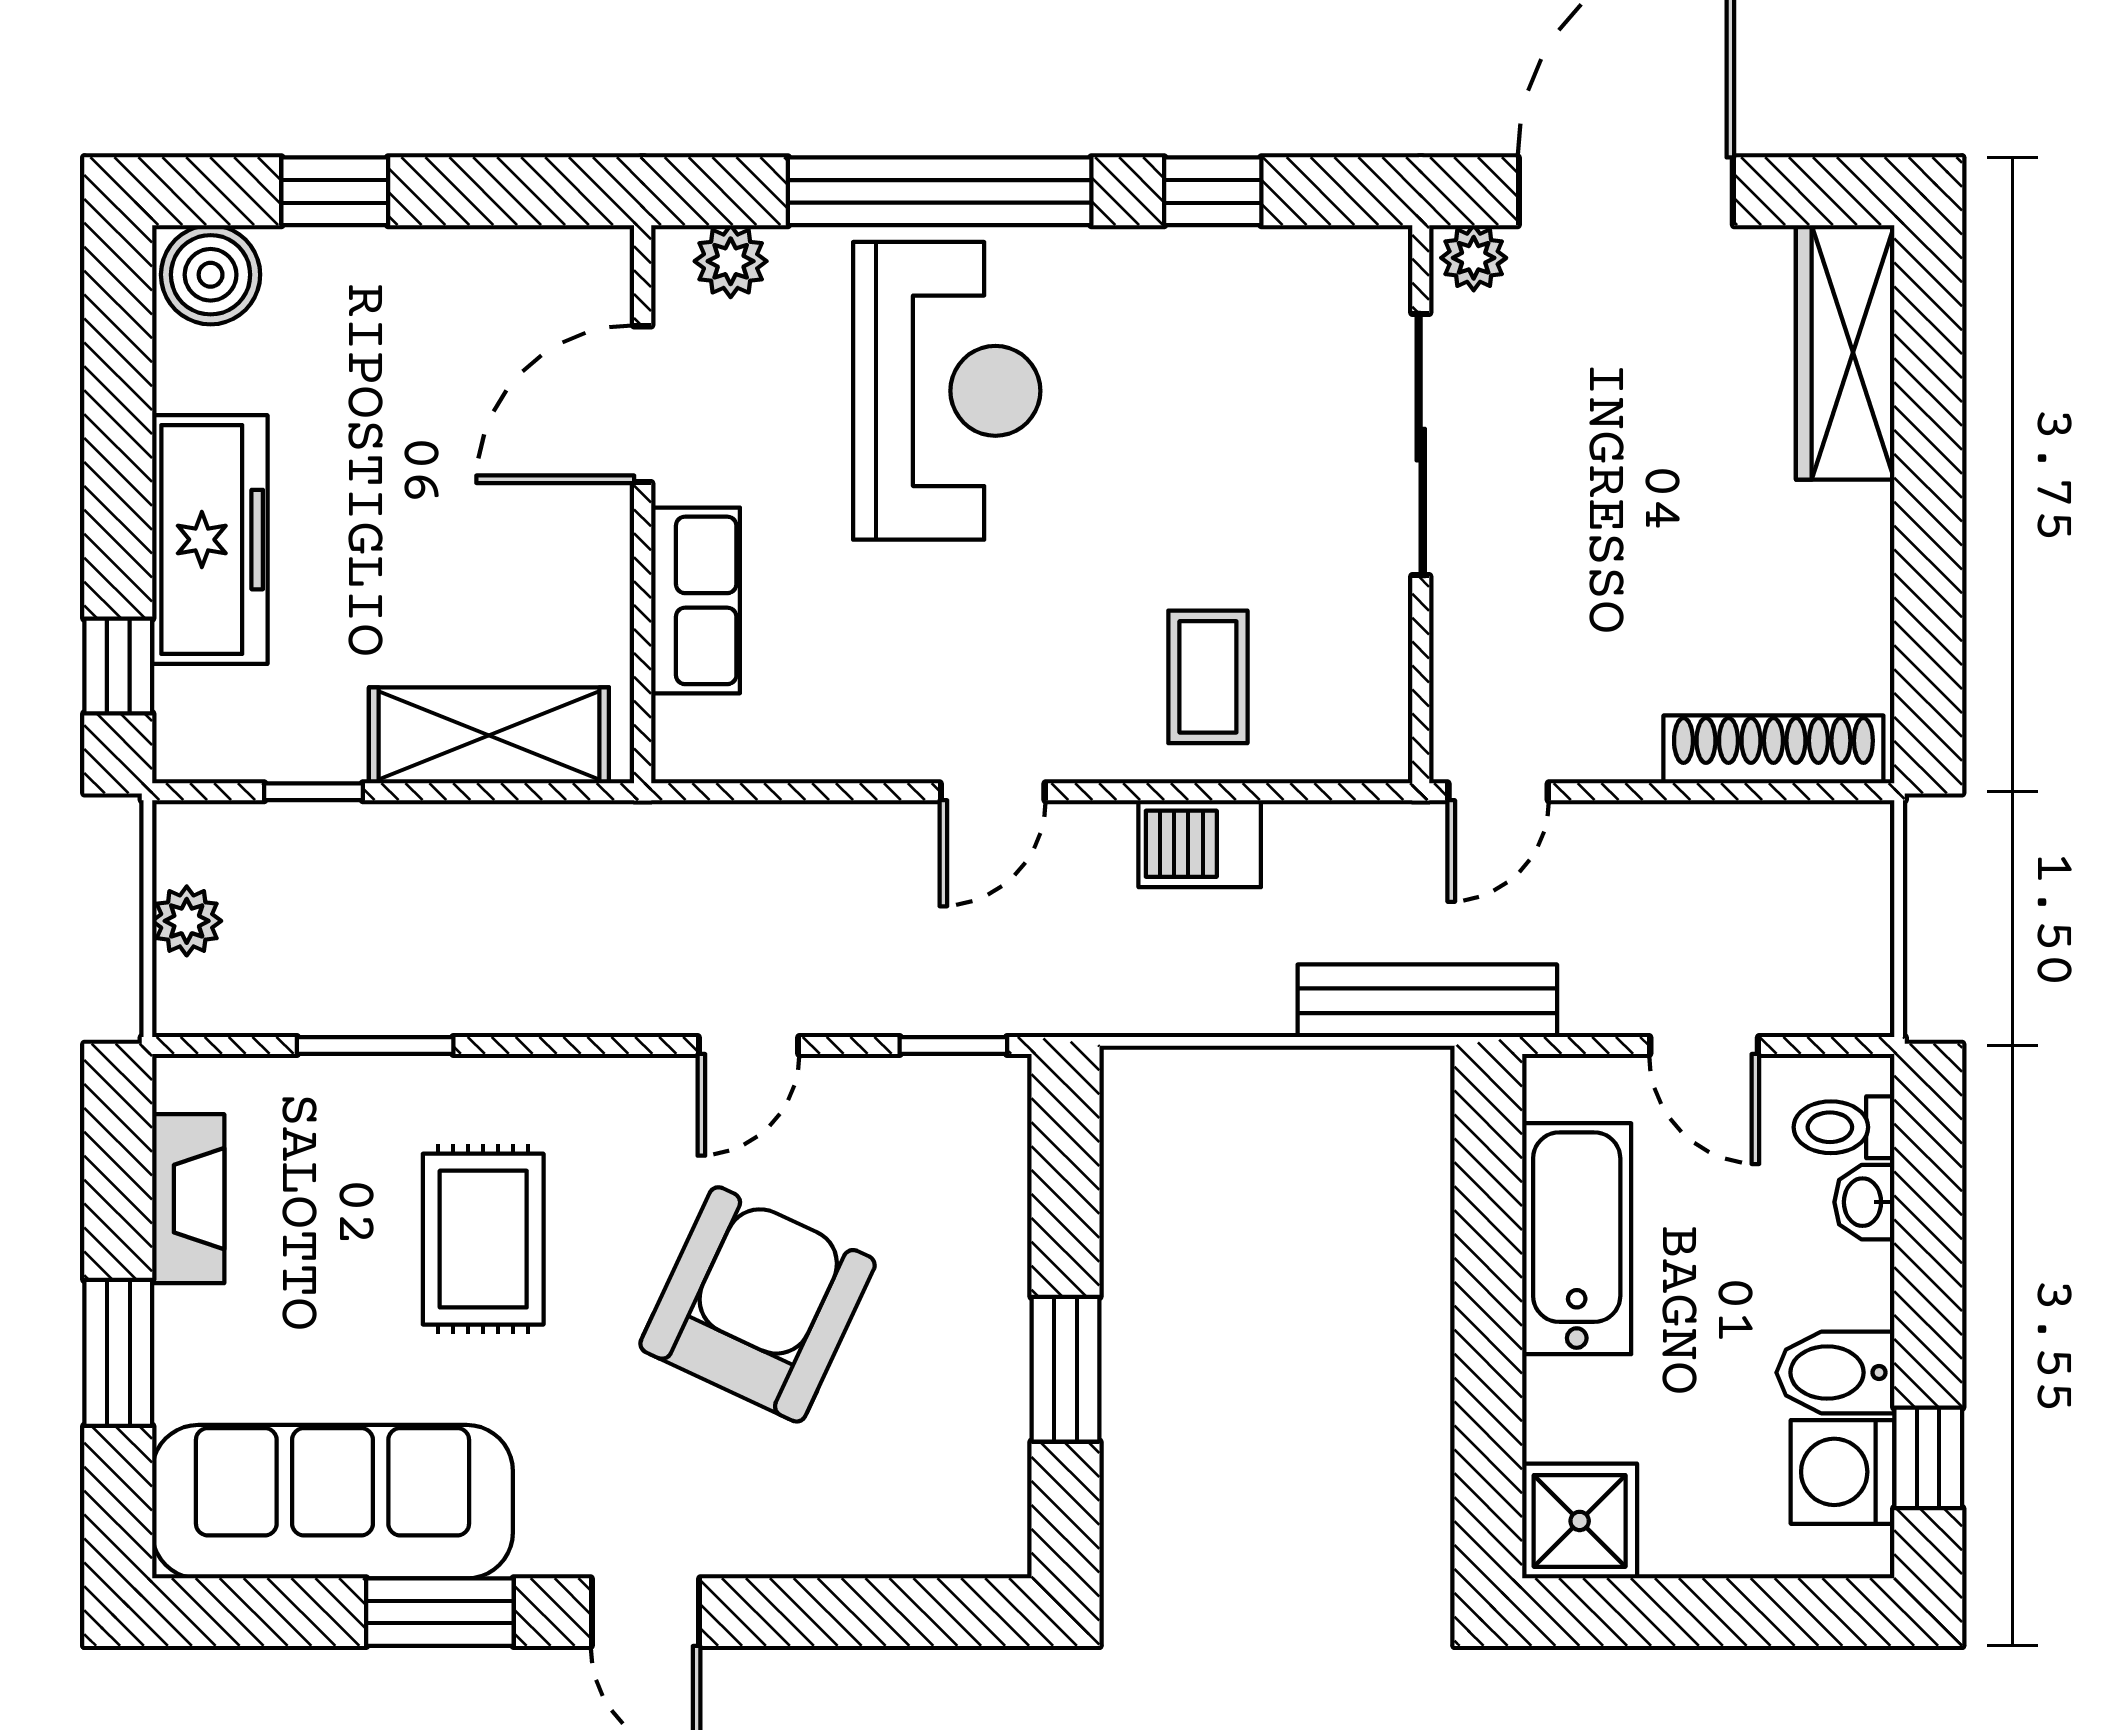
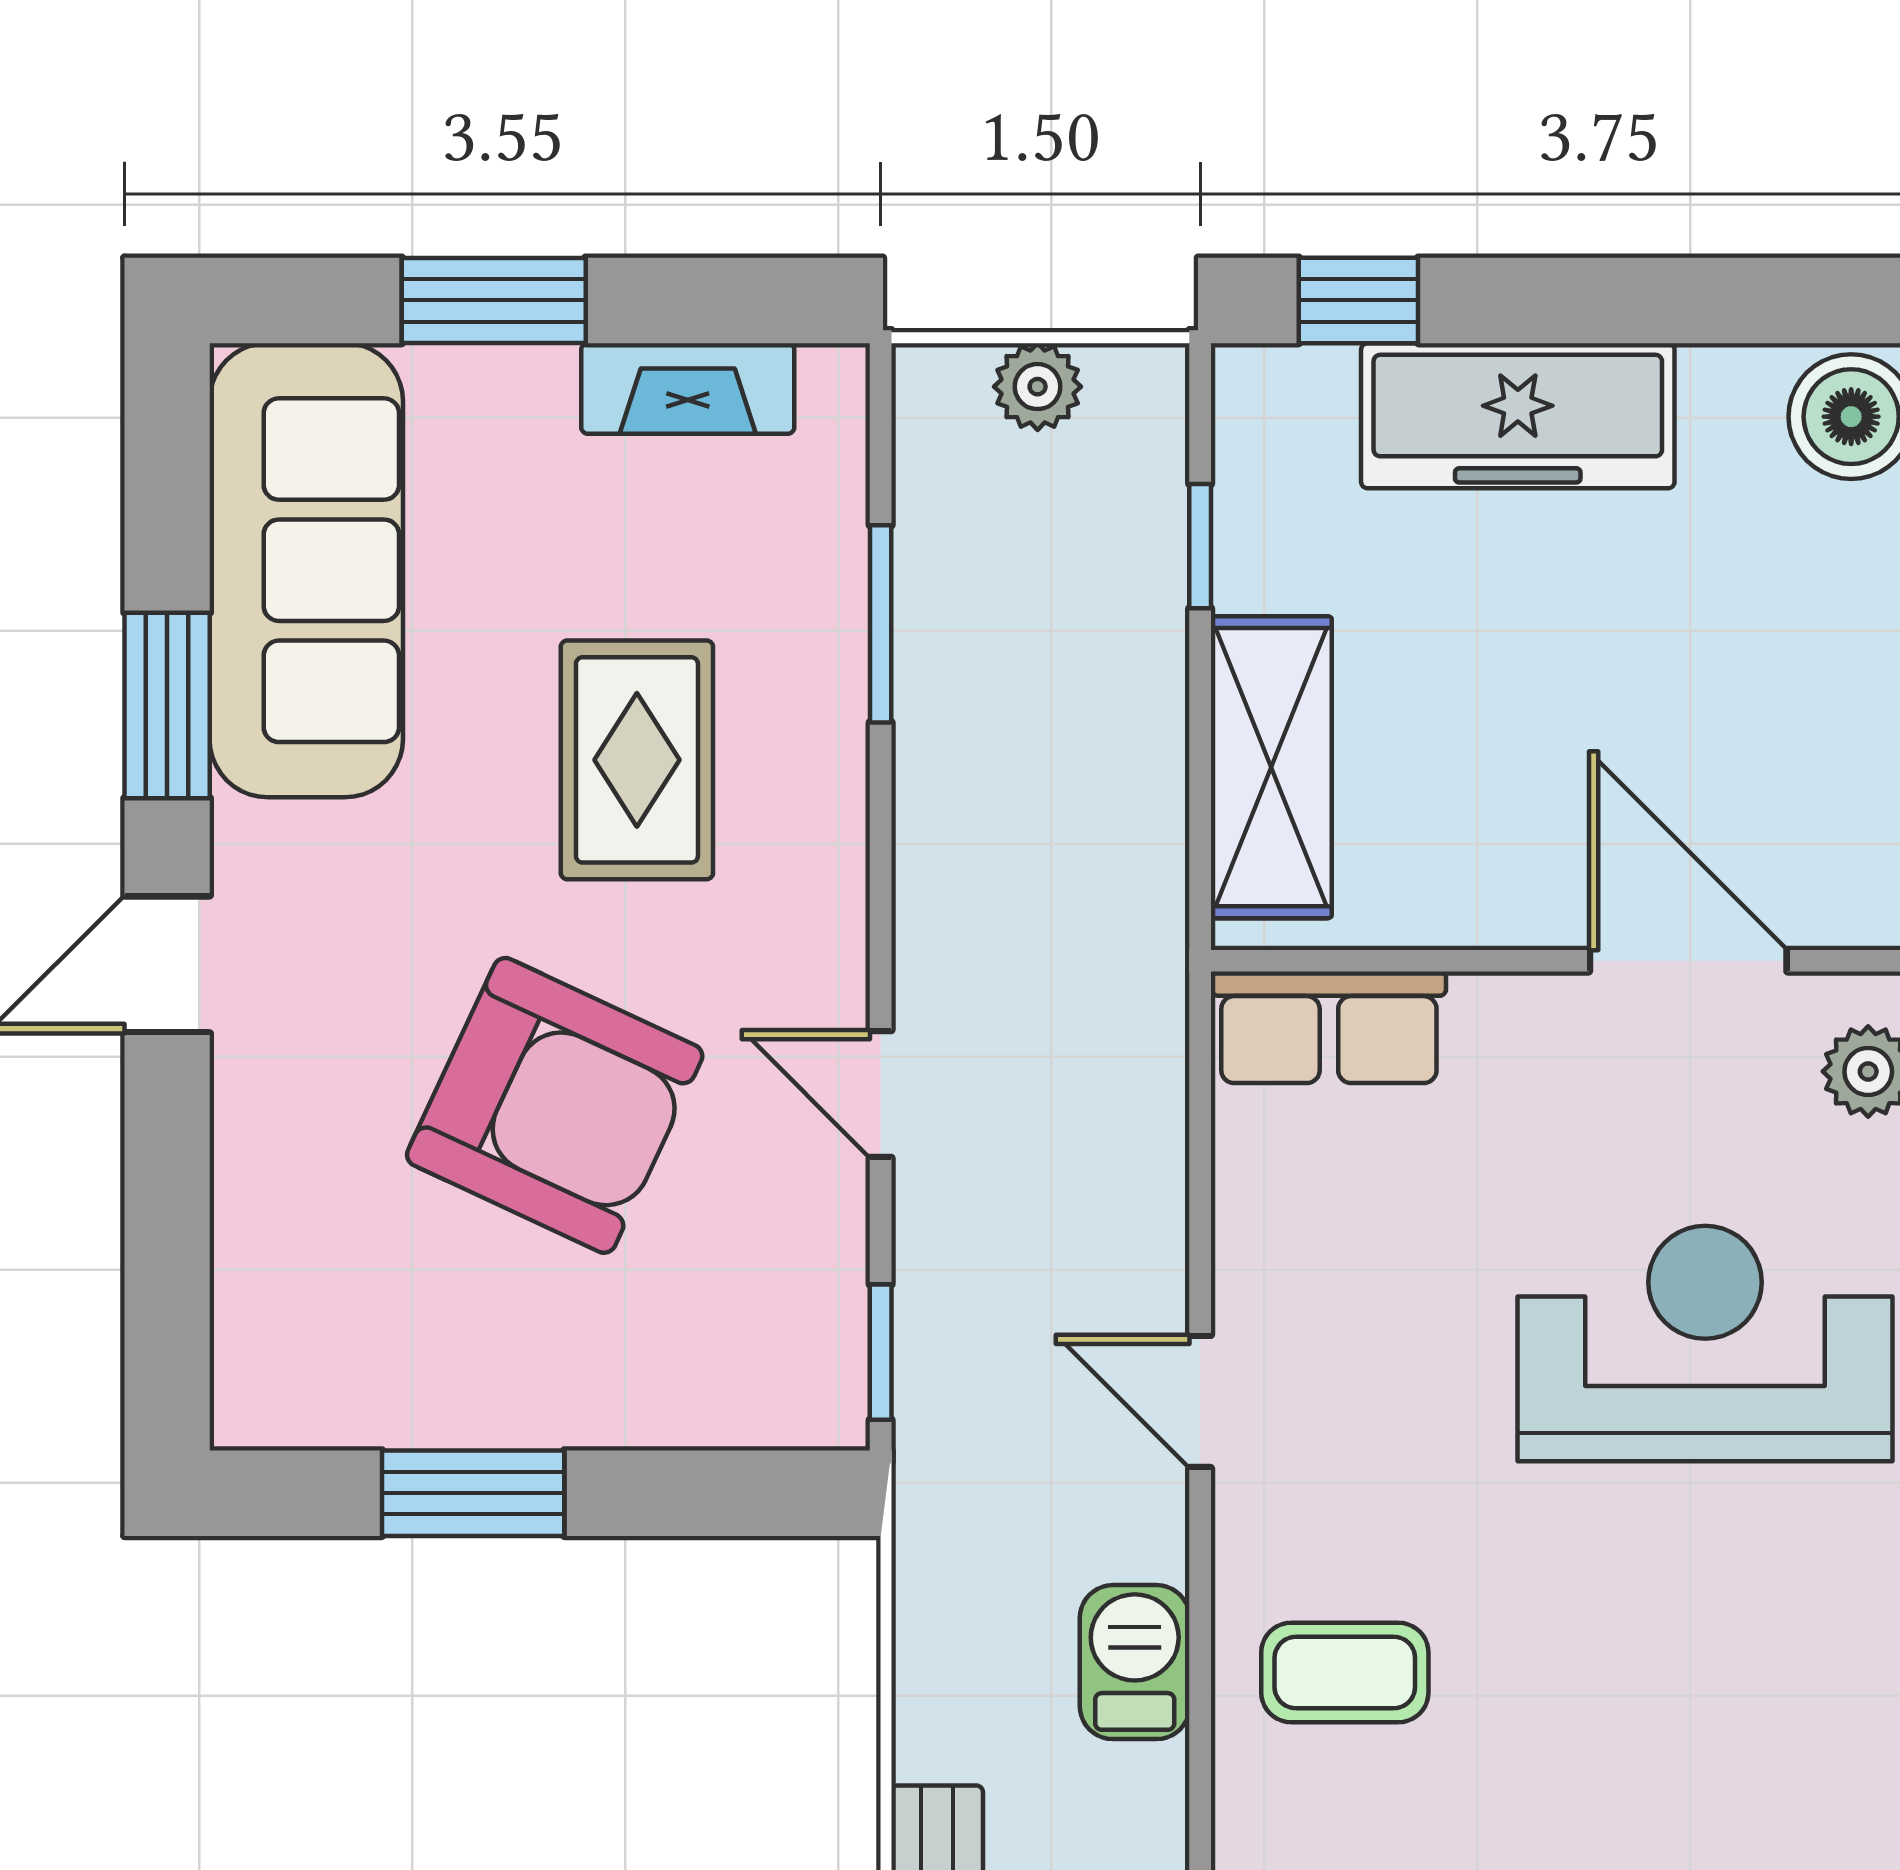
reception desk: (947, 391) -> (1705, 1344), turned 180
row of seats: (696, 600) -> (1329, 1027), moved
rug: (483, 1239) -> (637, 760), turned 90

